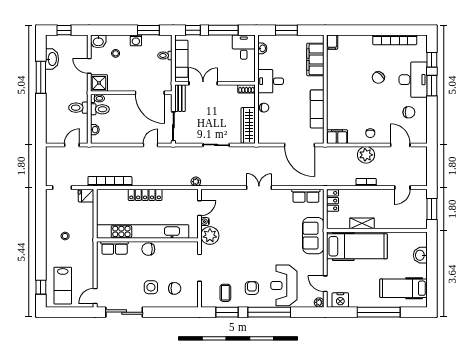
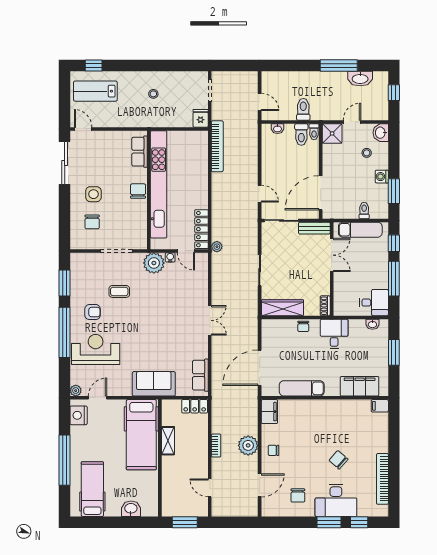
locker: (145, 195) -> (201, 229), moved
coffee table: (225, 293) -> (119, 291), moved

